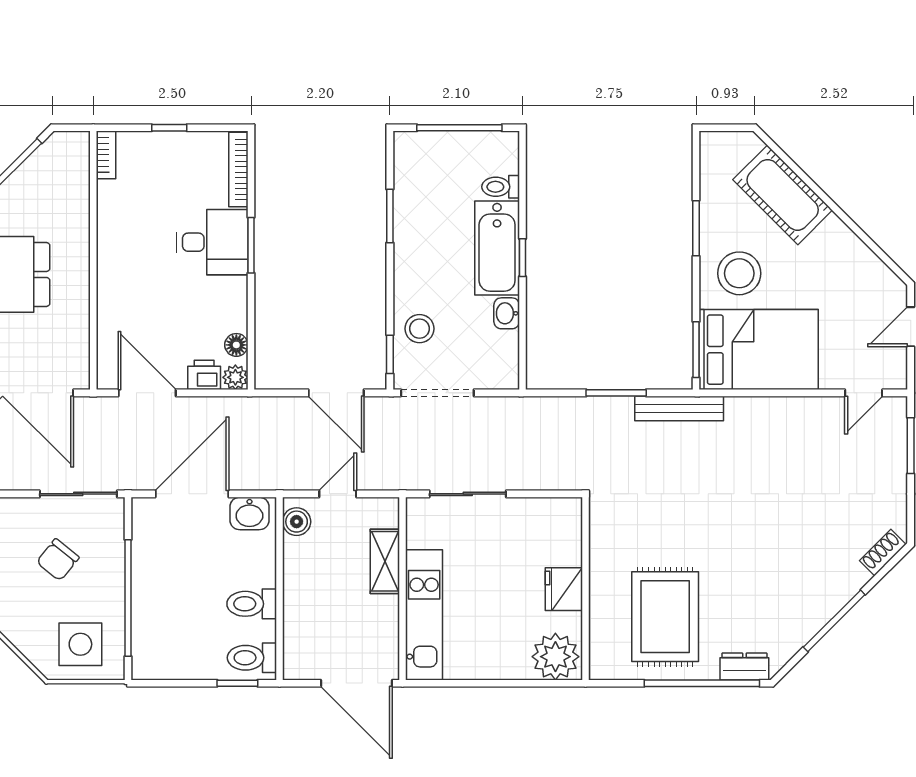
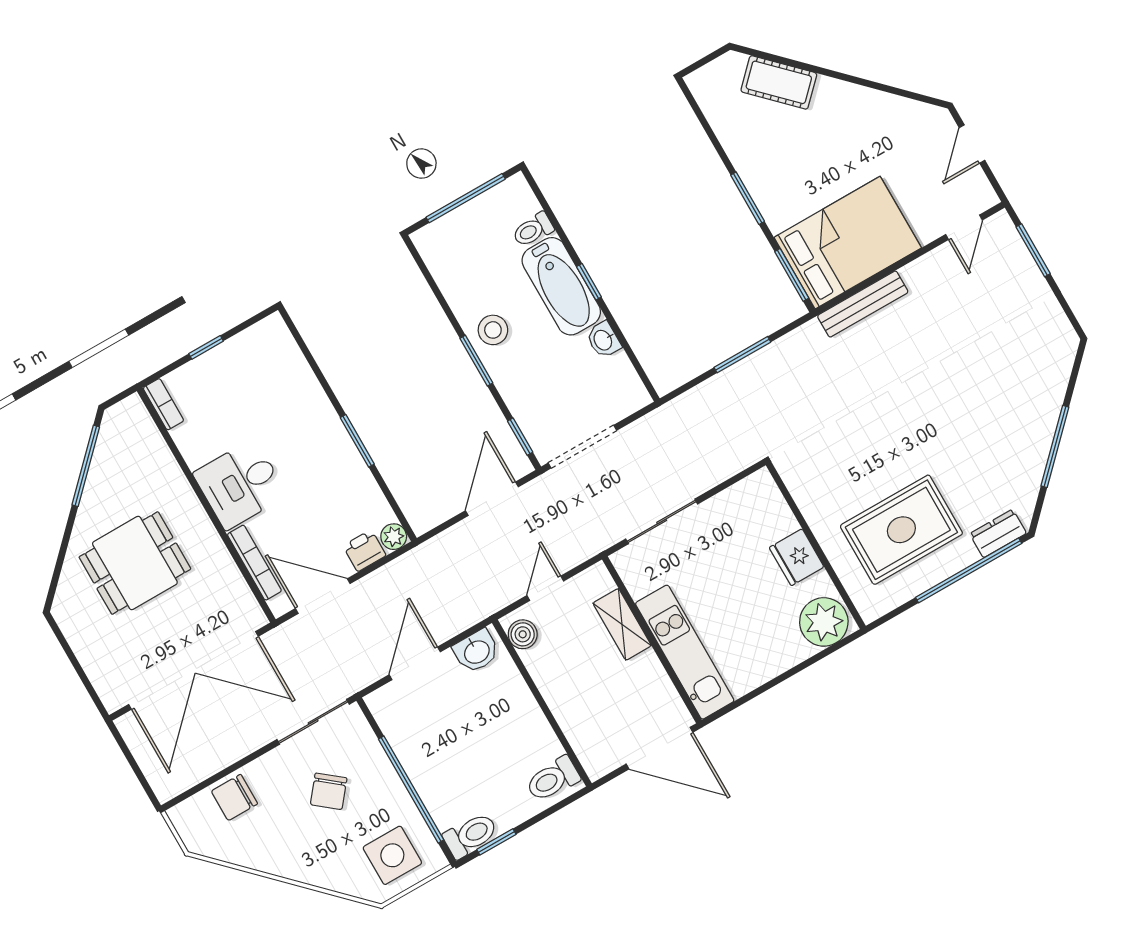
bookcase: (238, 169) -> (254, 563), moved, turned 180
cot: (783, 195) -> (779, 82), width x0.73, depth x0.75
window: (390, 216) -> (476, 361), moved
window: (696, 228) -> (748, 198), moved
desk: (212, 242) -> (240, 484), moved, turned 180
window: (251, 245) -> (357, 441), moved
stool: (739, 273) -> (791, 184), removed
stool: (420, 329) -> (493, 330), moved
floor lamp: (236, 345) -> (378, 507), removed
door: (336, 393) -> (492, 499), swing flipped
bench: (679, 408) -> (863, 304), moved
door: (192, 494) -> (415, 663), width x0.73
shoe rack: (883, 553) -> (1063, 360), removed
toilet: (252, 604) -> (470, 835), moved, turned 180
rug: (665, 617) -> (901, 530), turned 90
window: (237, 683) -> (496, 842), moved

